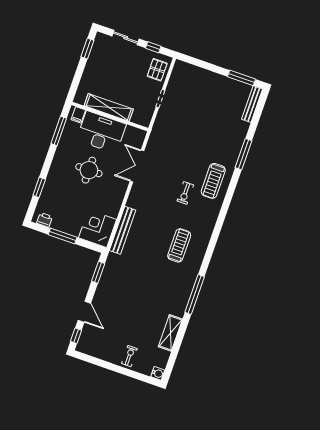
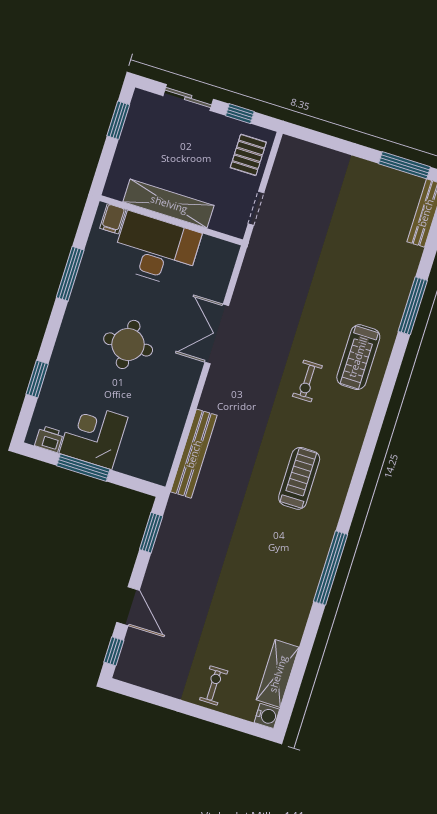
shelving: (109, 107) -> (169, 204), moved
filing cabinet: (78, 115) -> (113, 219), moved
wall: (110, 117) -> (171, 220), moved
desk: (101, 132) -> (156, 250), moved
corner desk: (97, 229) -> (94, 435), moved
shelving: (170, 333) -> (278, 674), moved

